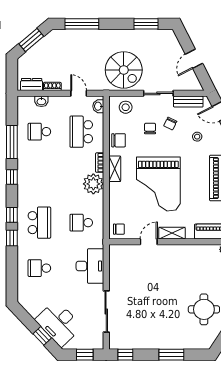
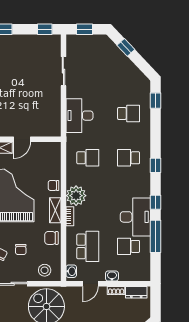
door: (79, 93) -> (90, 284), hinge flipped
washbasin: (41, 101) -> (112, 276), moved
school desk: (39, 132) -> (129, 246), turned 180
school desk: (39, 223) -> (129, 158), width x0.54
chair: (119, 229) -> (53, 185), moved
window: (12, 238) -> (156, 101), moved
sliding door: (106, 311) -> (63, 71), width x0.73
desk: (59, 323) -> (135, 217), moved, turned 44

